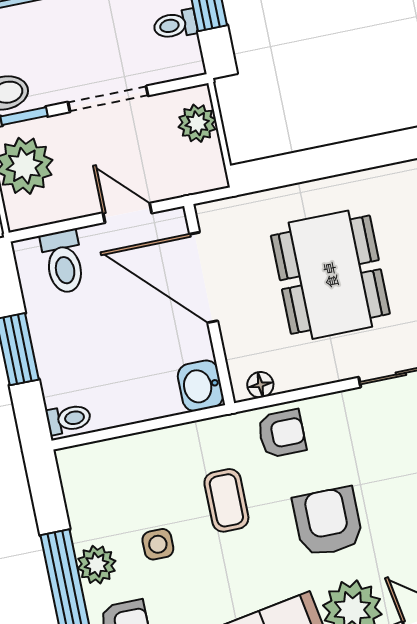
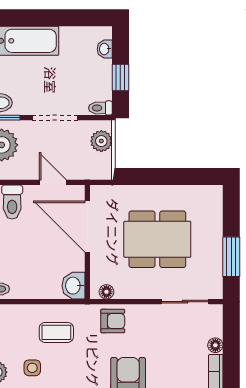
toilet: (175, 25) -> (100, 108), moved
dining table: (330, 275) -> (157, 239), turned 90
coffee table: (226, 500) -> (56, 332), moved, turned 90

